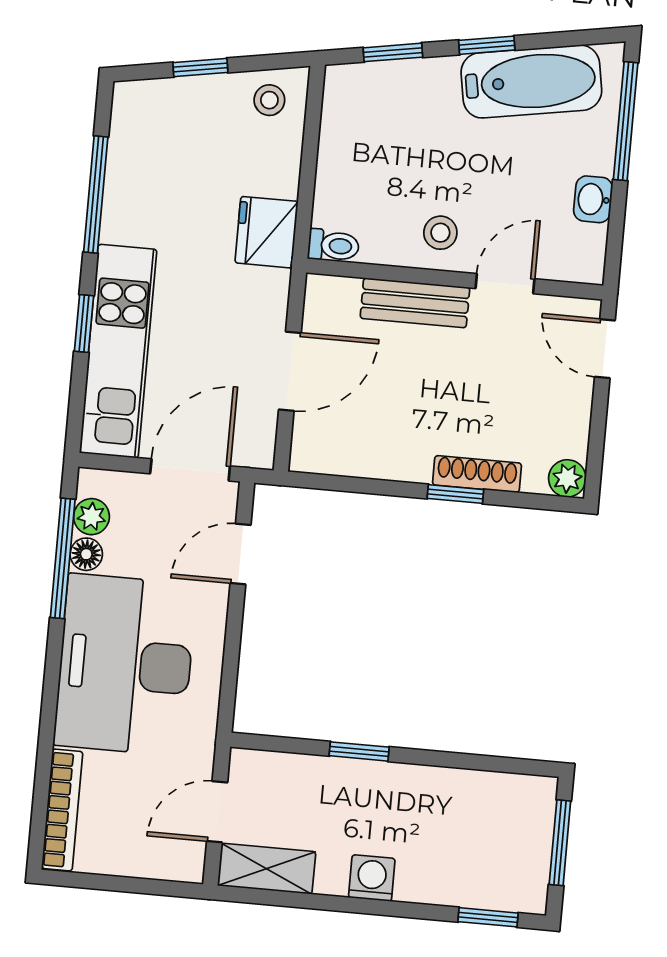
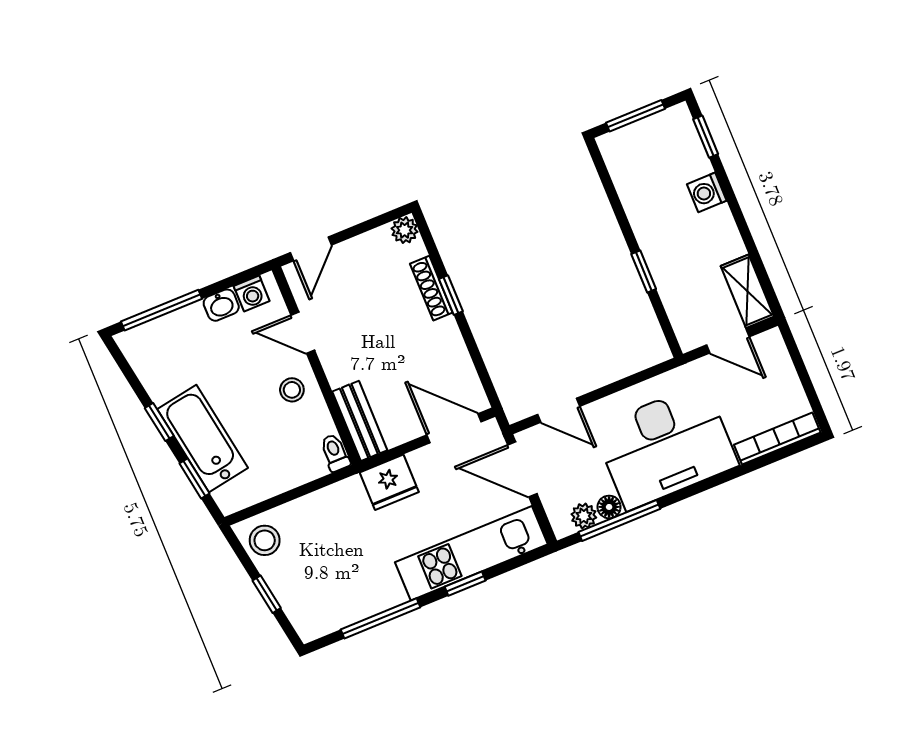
bathtub: (531, 82) -> (203, 439), moved
stool: (269, 100) -> (265, 540), width x1.37, depth x1.37
fridge: (267, 232) -> (389, 482), moved
washing machine: (588, 245) -> (252, 294), added
bench: (415, 303) -> (360, 421), moved
door: (290, 371) -> (454, 428), moved
washing machine: (372, 878) -> (707, 192), moved

